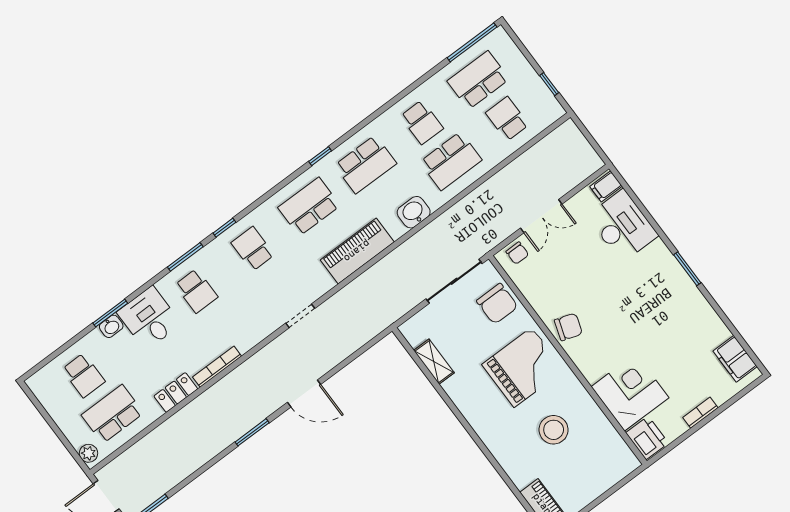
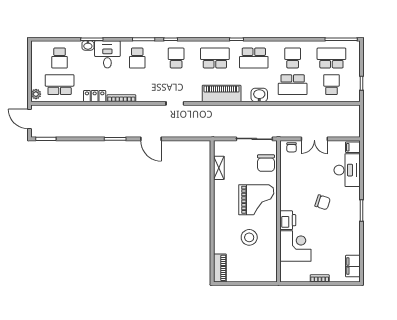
school desk: (422, 122) -> (293, 58), turned 180
chair: (568, 327) -> (323, 202), moved
printer: (647, 438) -> (288, 220), moved

